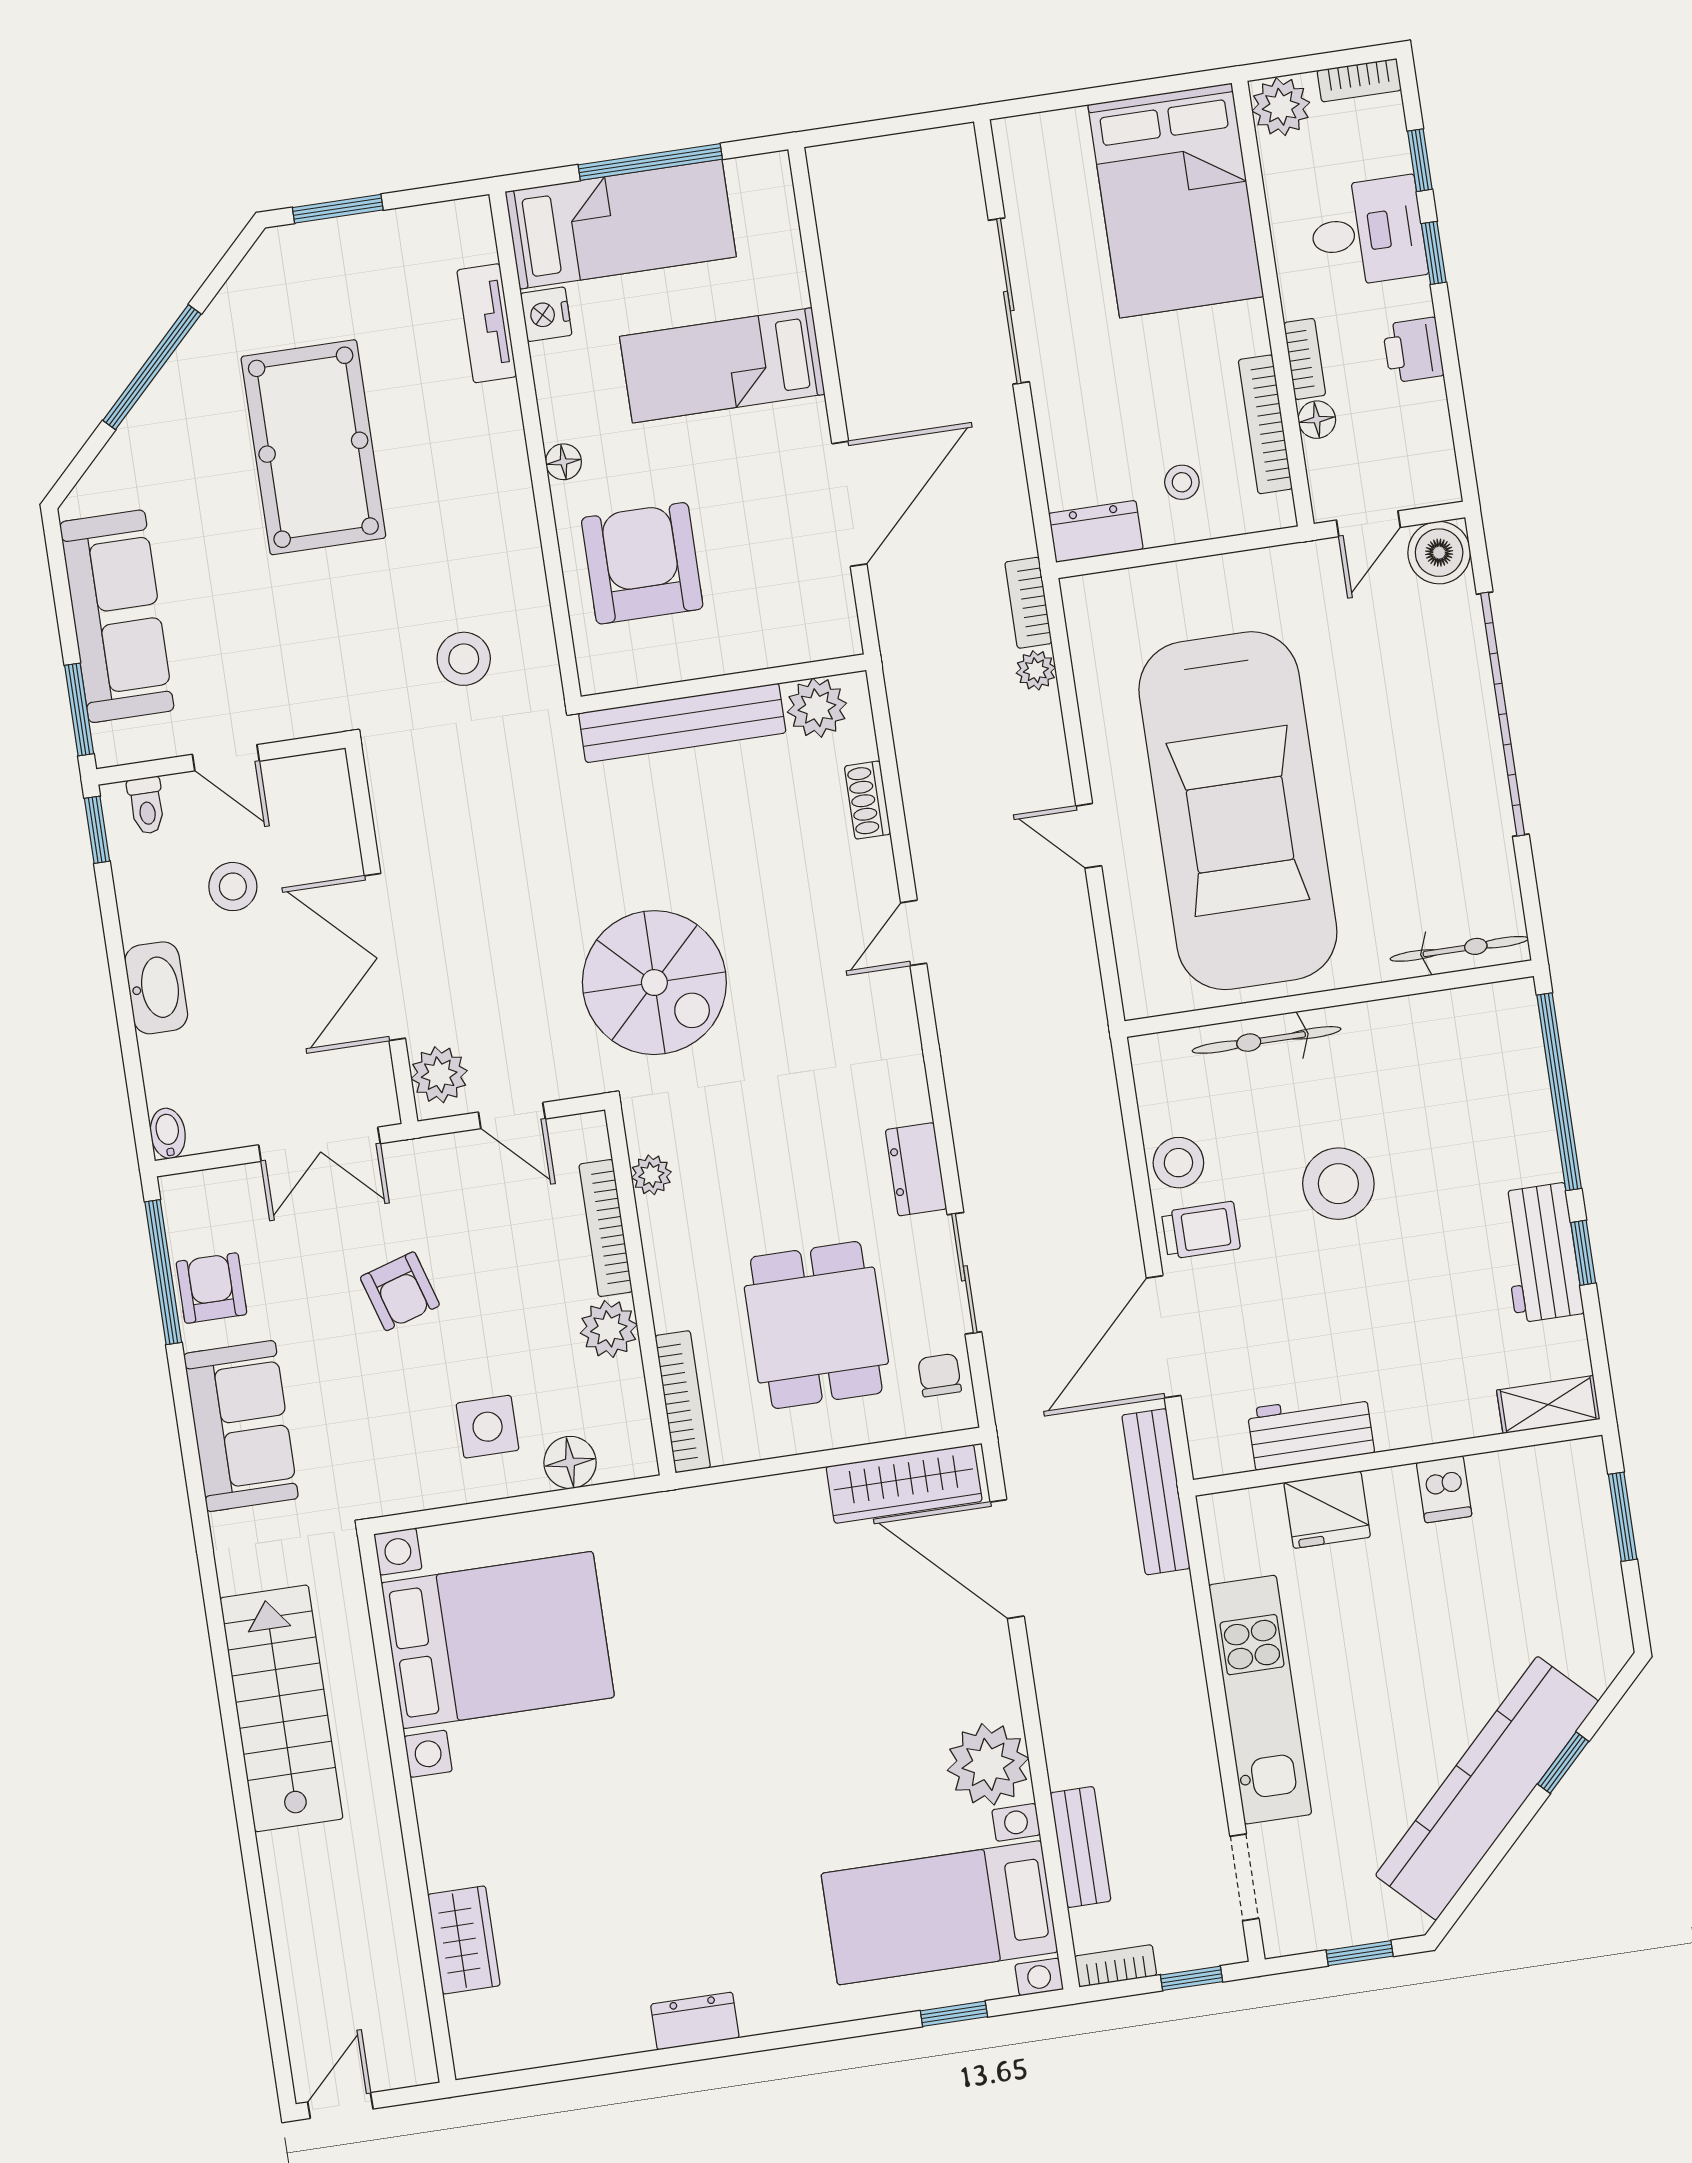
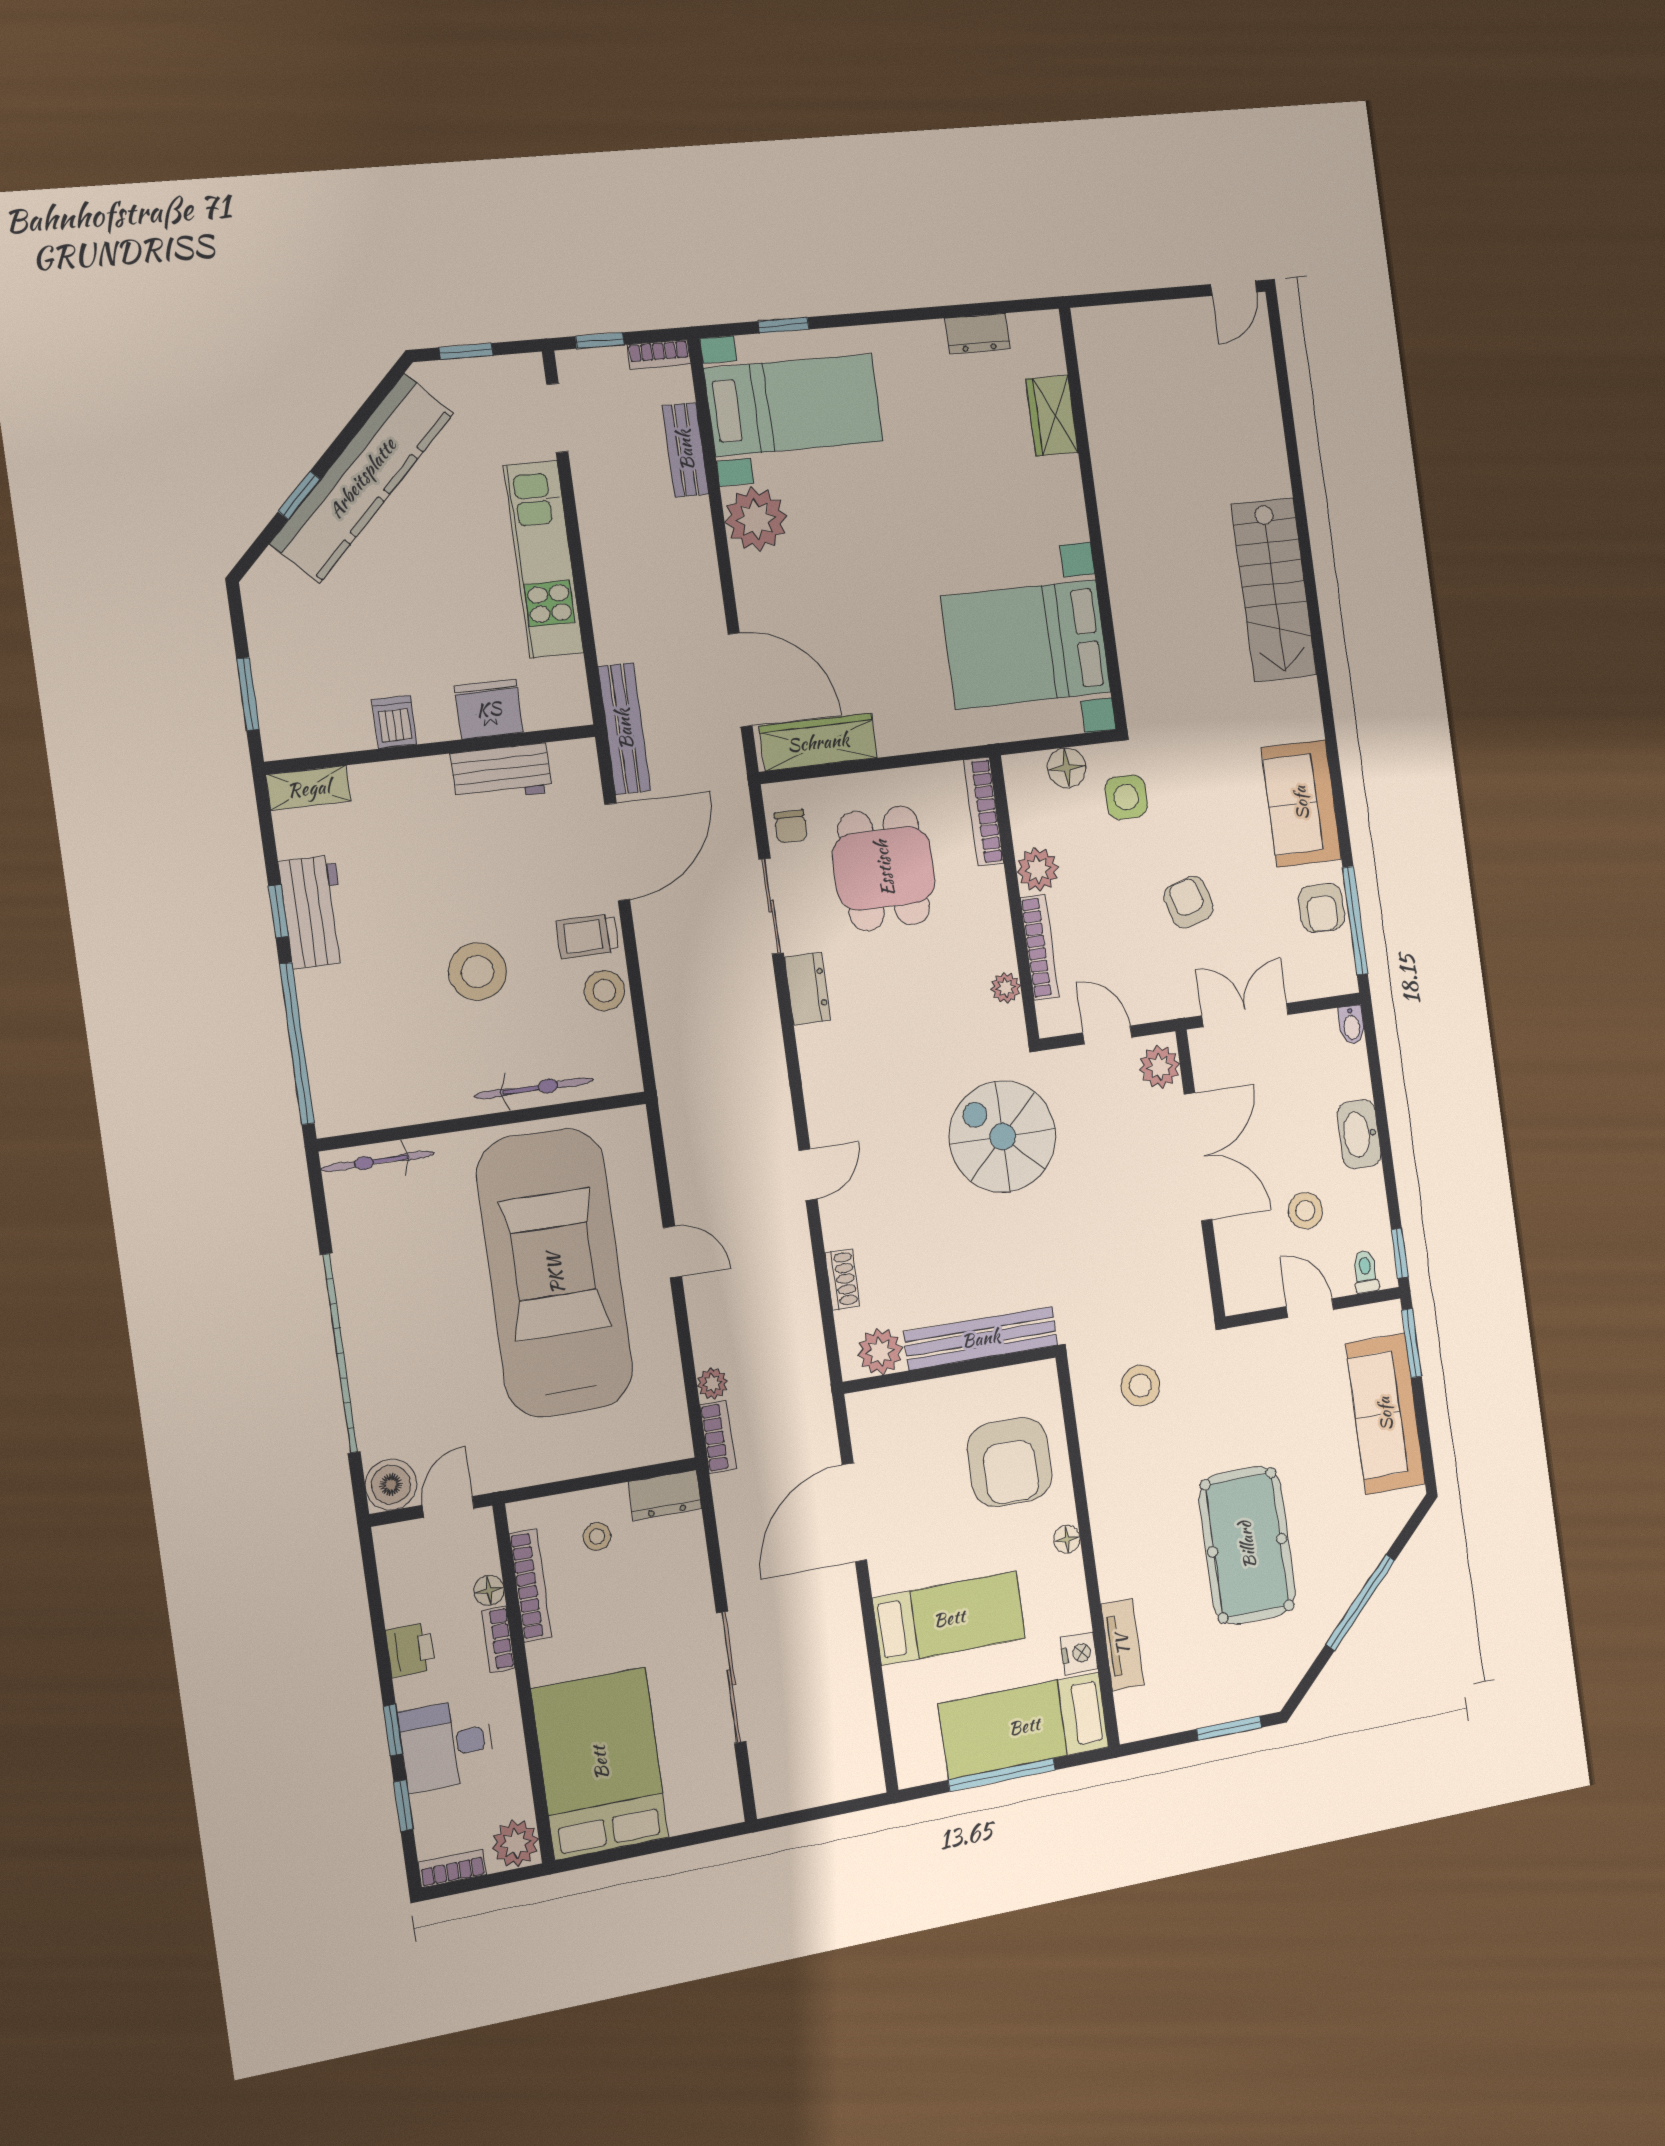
bed with nightstands: (498, 1640) -> (1026, 644), moved
wall: (407, 1808) -> (1093, 519), moved
wardrobe: (464, 1940) -> (1052, 416), moved

